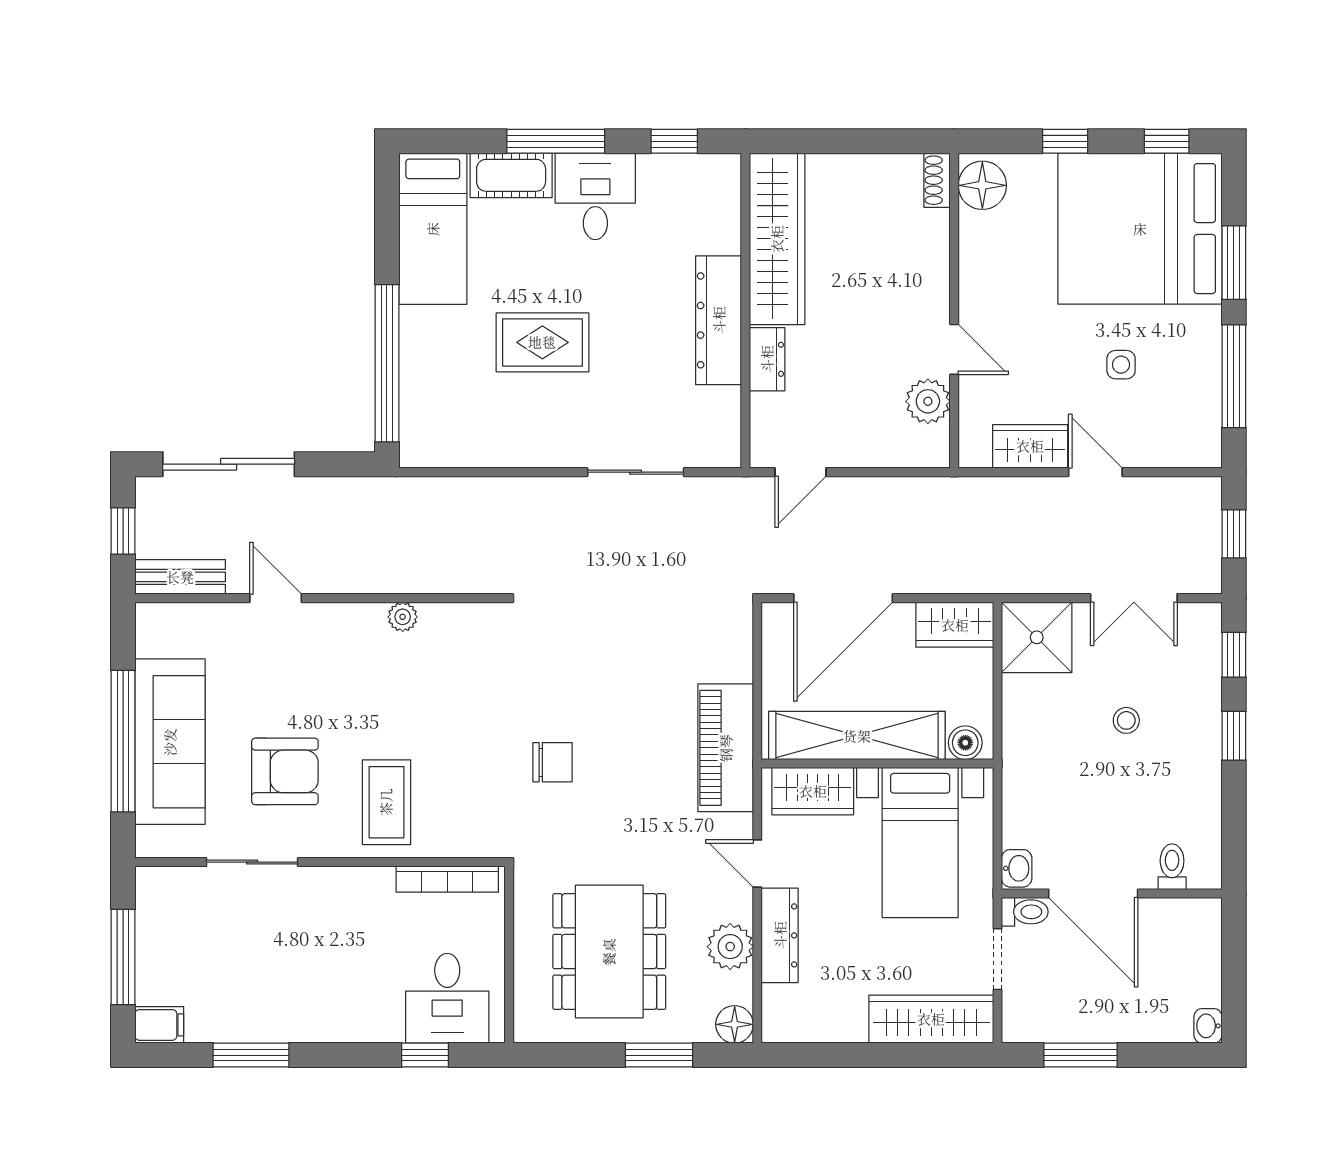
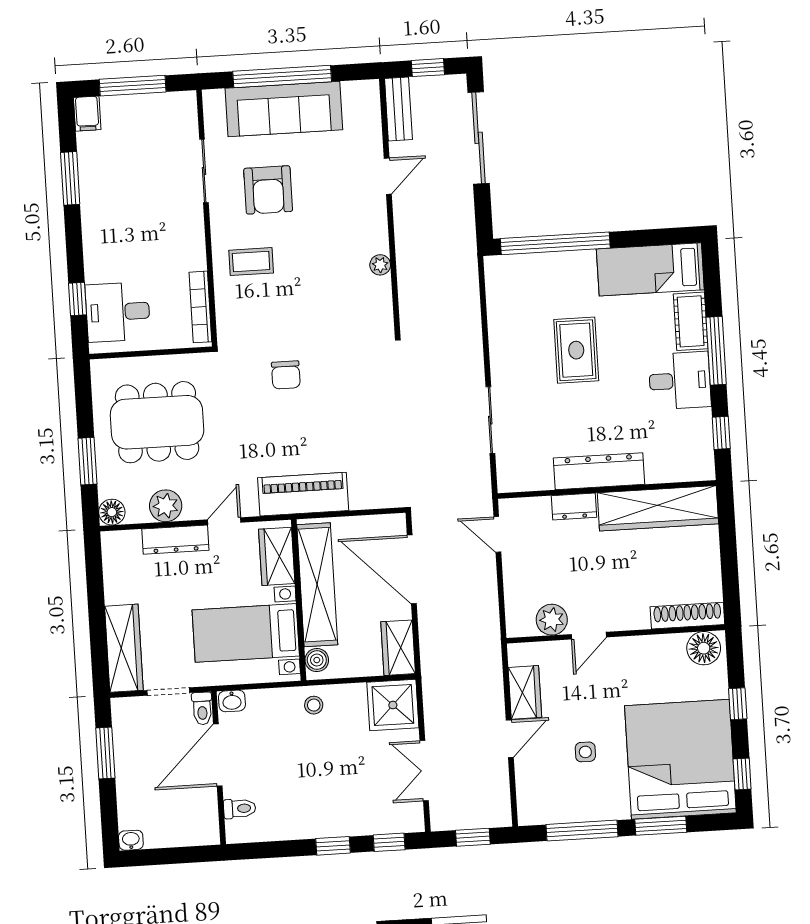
shoe rack: (937, 180) -> (687, 616), width x1.94, depth x1.24
stool: (1126, 720) -> (314, 705), moved
coffee table: (386, 802) -> (251, 262), width x0.73, depth x0.77

